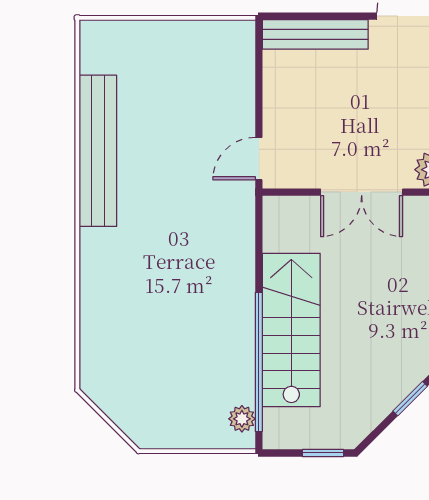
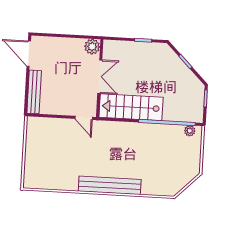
bench: (98, 151) -> (110, 185), moved
stairs: (291, 330) -> (131, 107), moved

